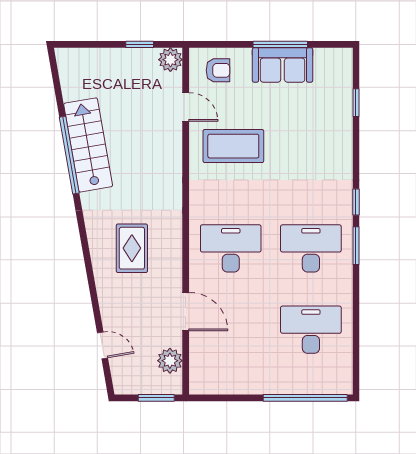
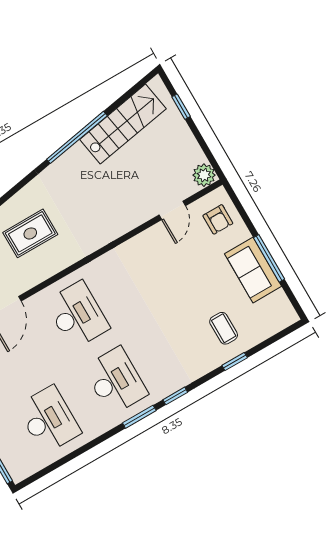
window: (140, 44) -> (181, 107), moved
window: (356, 103) -> (235, 361), moved
stairs: (88, 145) -> (123, 124), moved
coffee table: (233, 146) -> (224, 328), moved, width x0.54, depth x0.58

